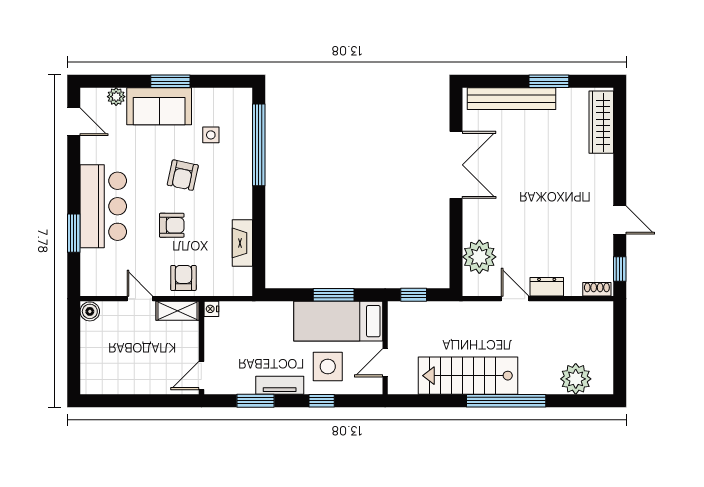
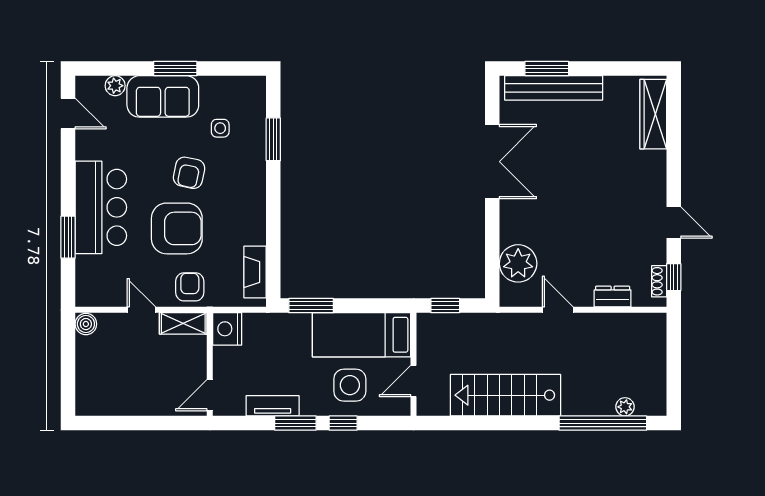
window: (549, 81) -> (547, 69), moved
window: (259, 145) -> (273, 139), width x0.47
armchair: (172, 225) -> (177, 228), width x1.88, depth x1.88
fireplace: (242, 243) -> (255, 272), moved
dresser: (547, 287) -> (613, 297), moved
shoe rack: (597, 289) -> (659, 281), moved, turned -90
window: (334, 295) -> (311, 306), moved
nightstand: (211, 309) -> (227, 329), width x1.89, depth x1.79
plant: (576, 379) -> (625, 407), width x0.53, depth x0.53
tv unit: (280, 385) -> (273, 406), moved
window: (255, 401) -> (295, 423), moved
window: (506, 401) -> (603, 423), moved

